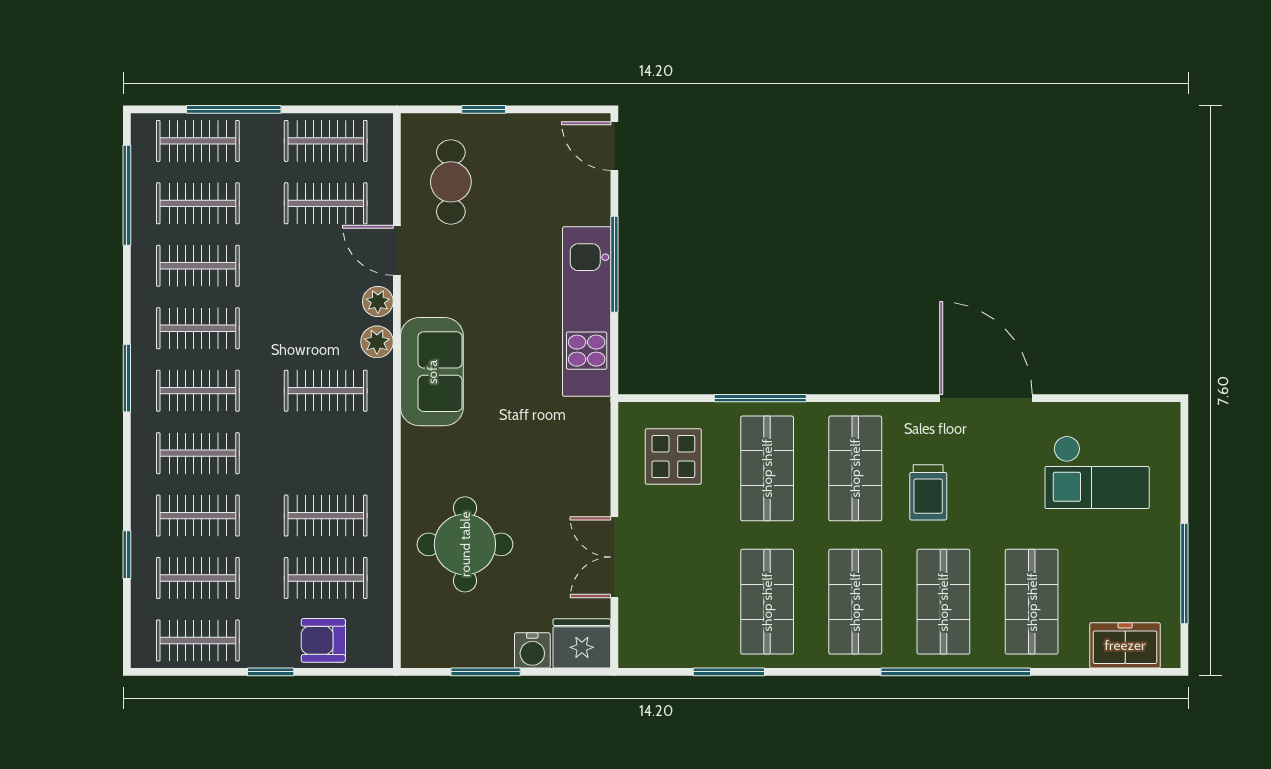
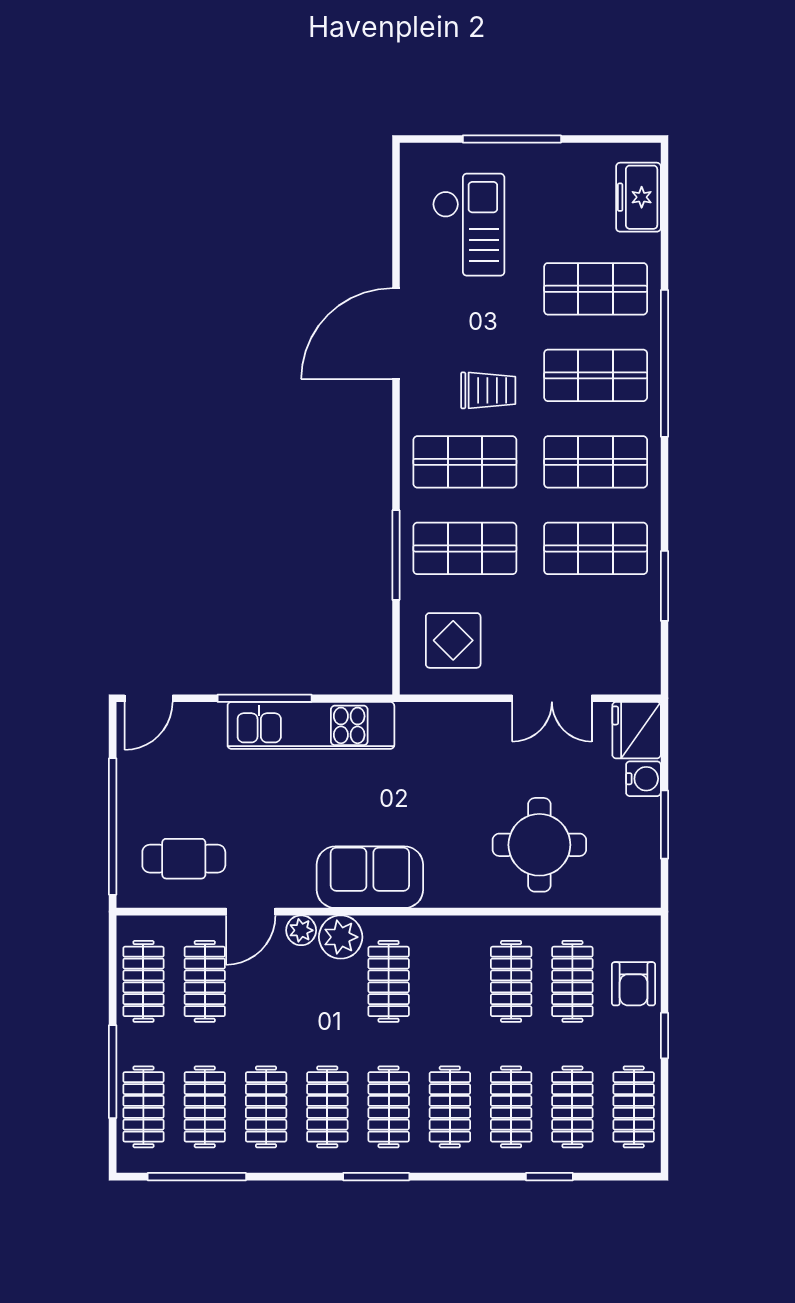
window: (484, 109) -> (113, 827), width x3.17
plant: (377, 342) -> (341, 937), width x1.38, depth x1.38
window: (1184, 573) -> (512, 139), moved

